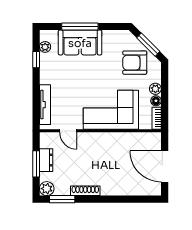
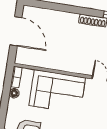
plant: (155, 89) -> (13, 104), removed

